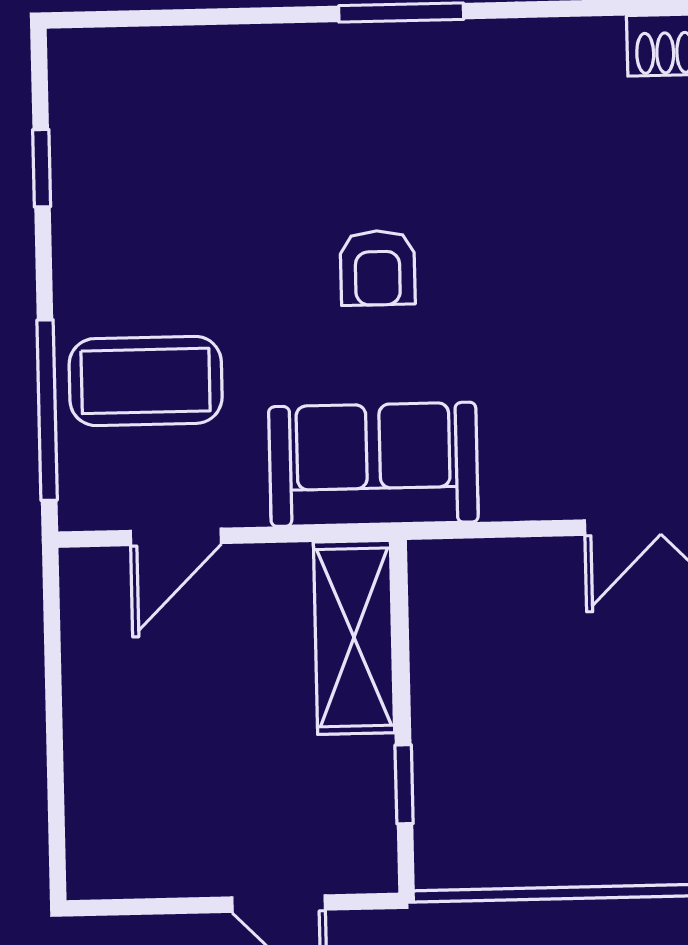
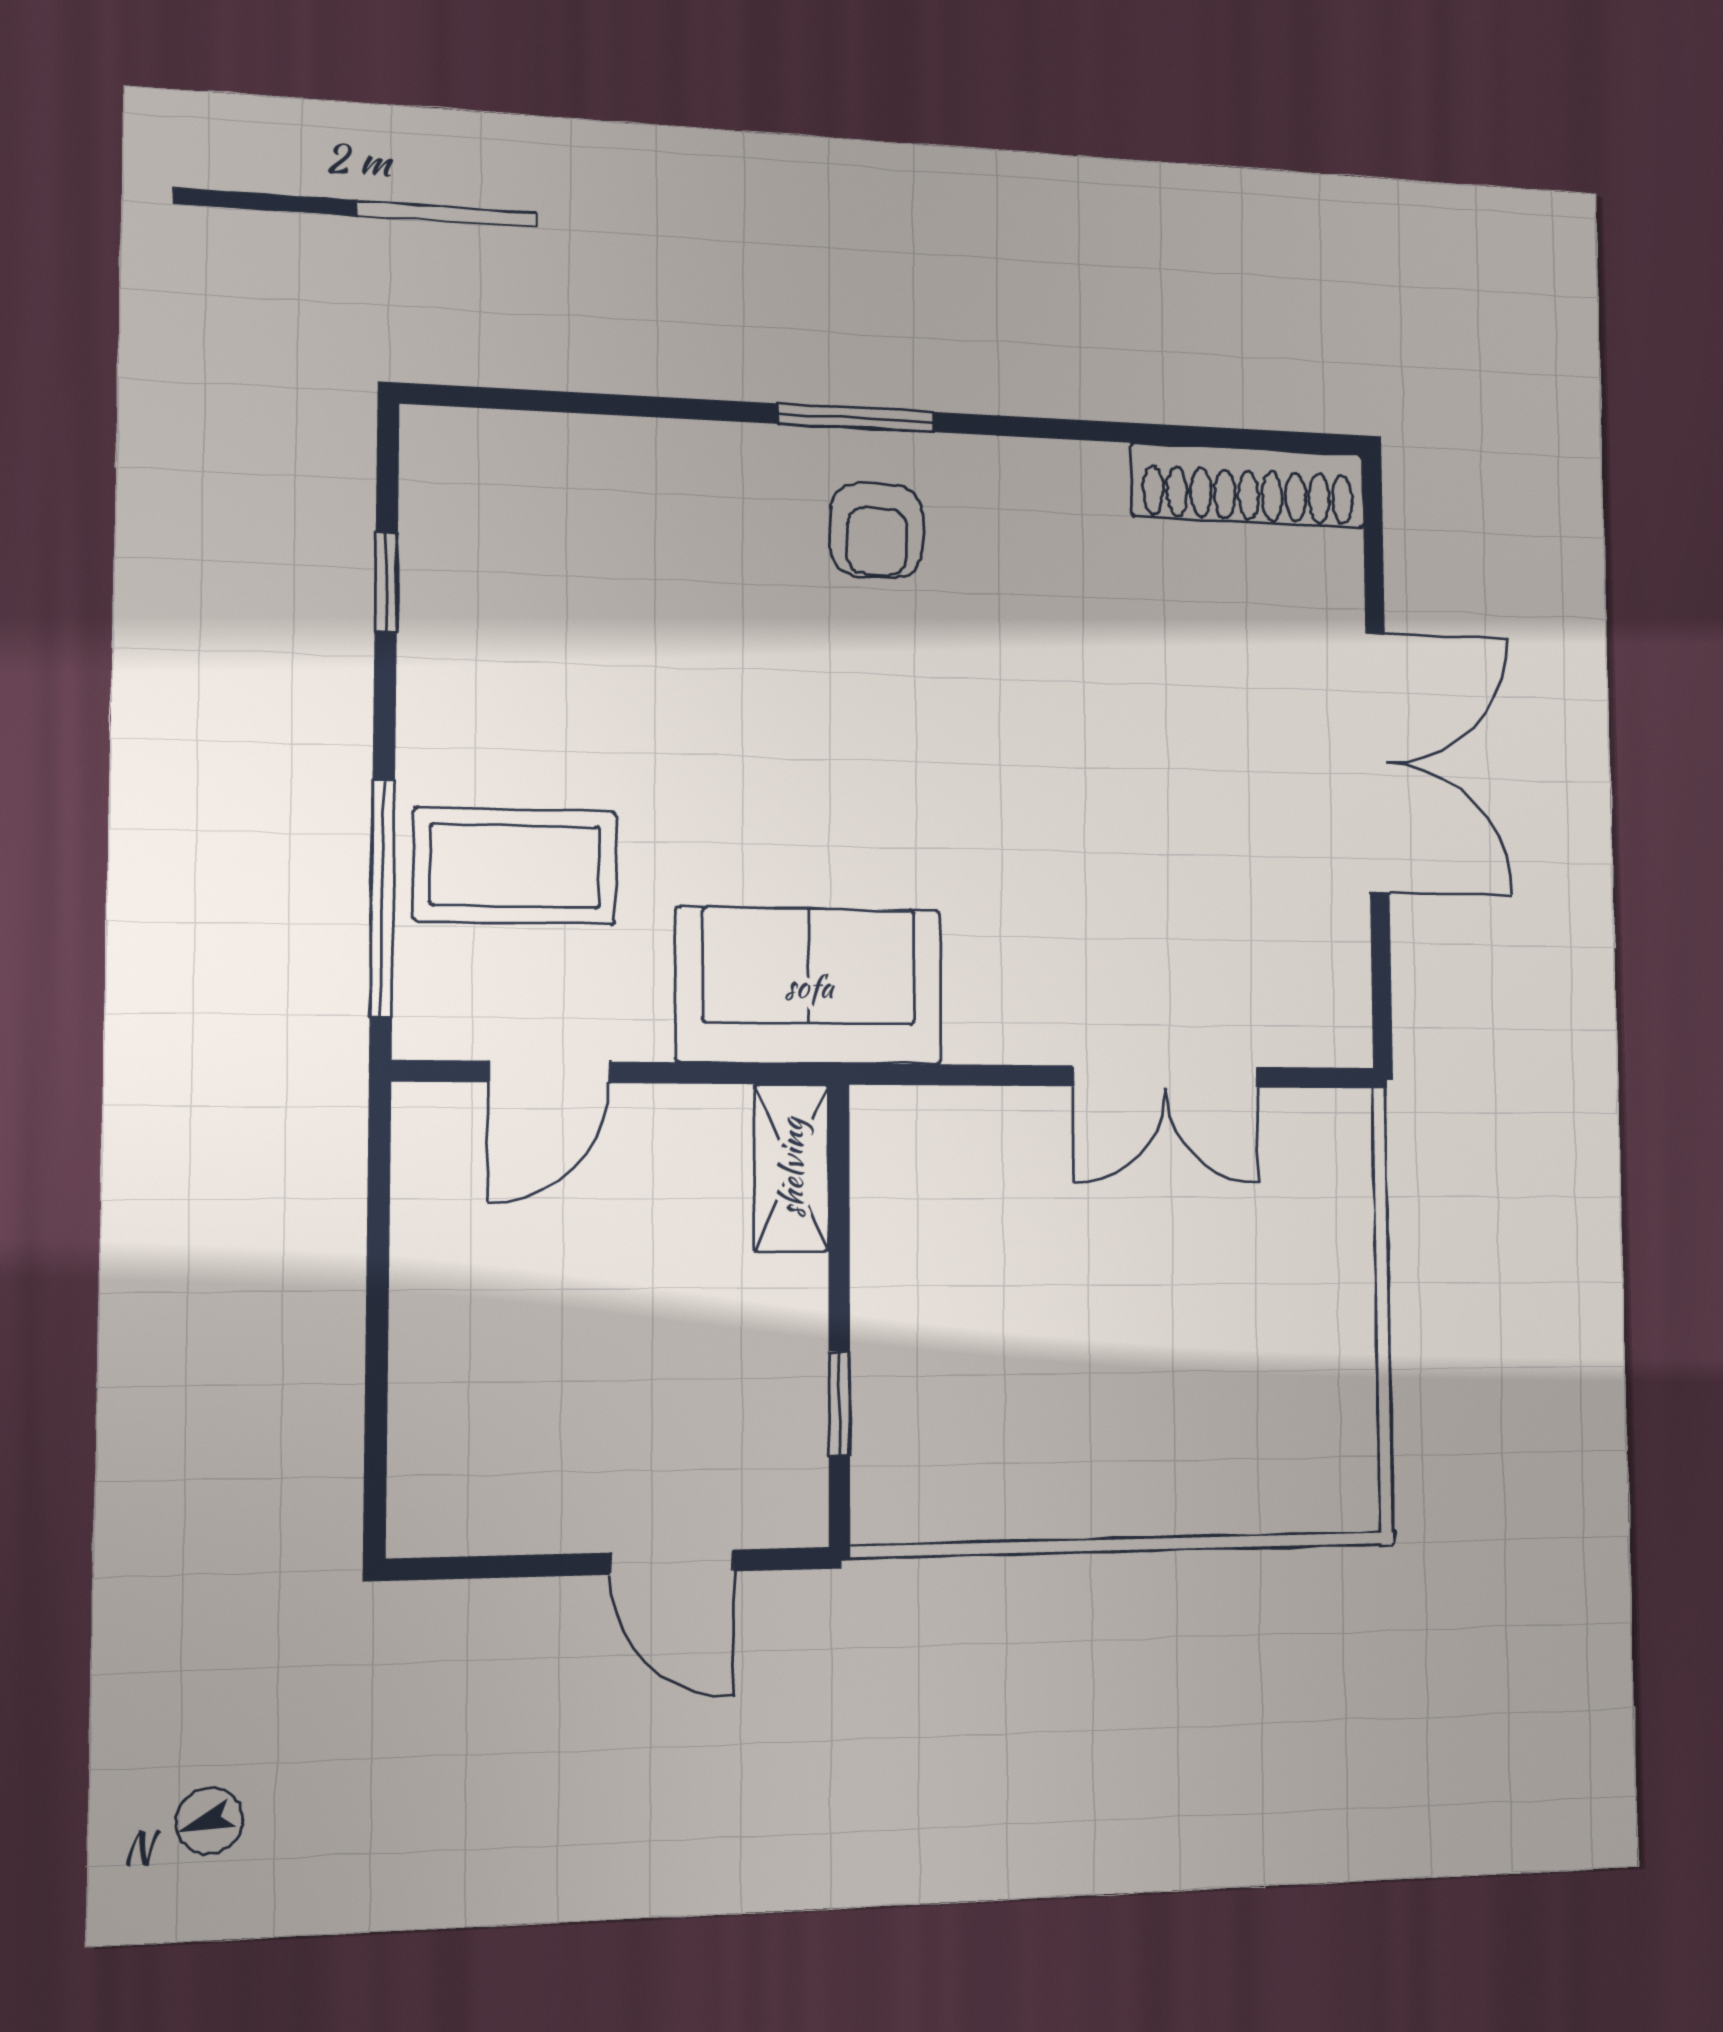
armchair: (378, 268) -> (877, 530), moved
shelving: (354, 637) -> (791, 1168), width x0.67, depth x0.75

